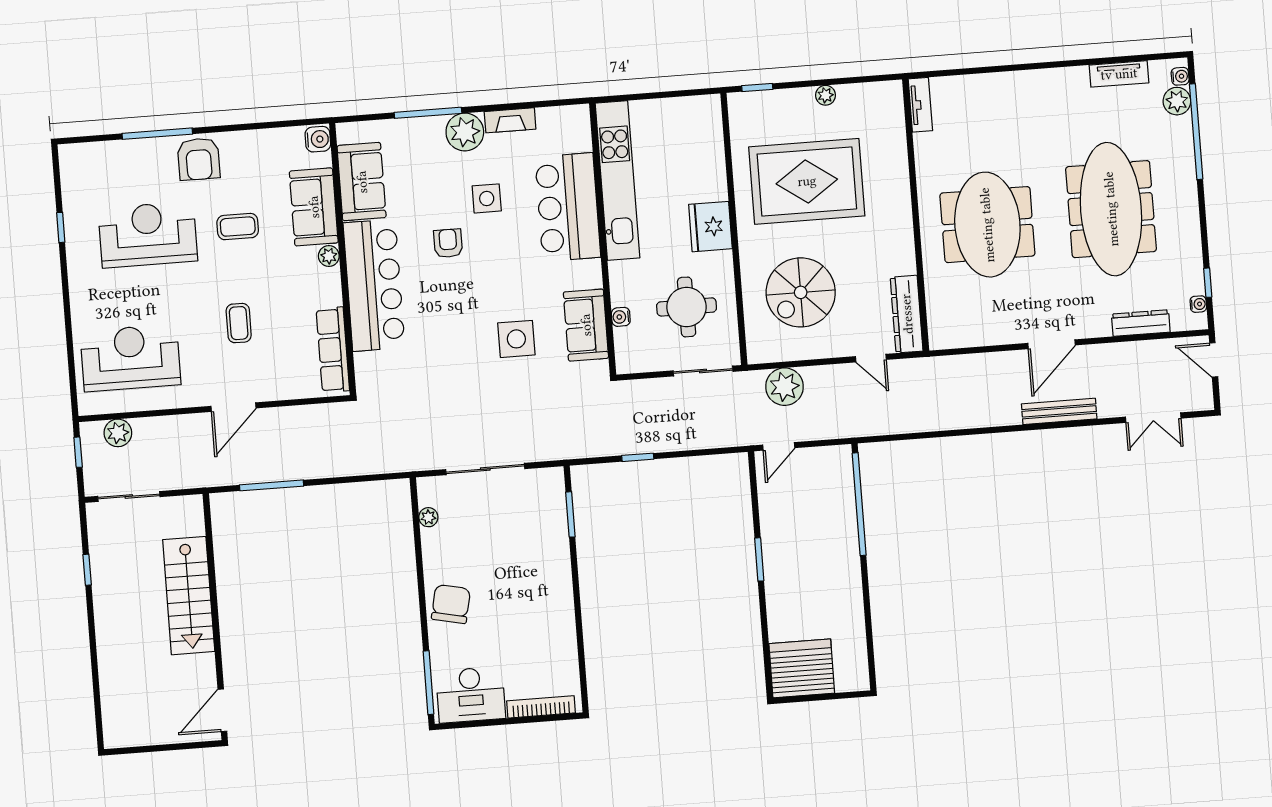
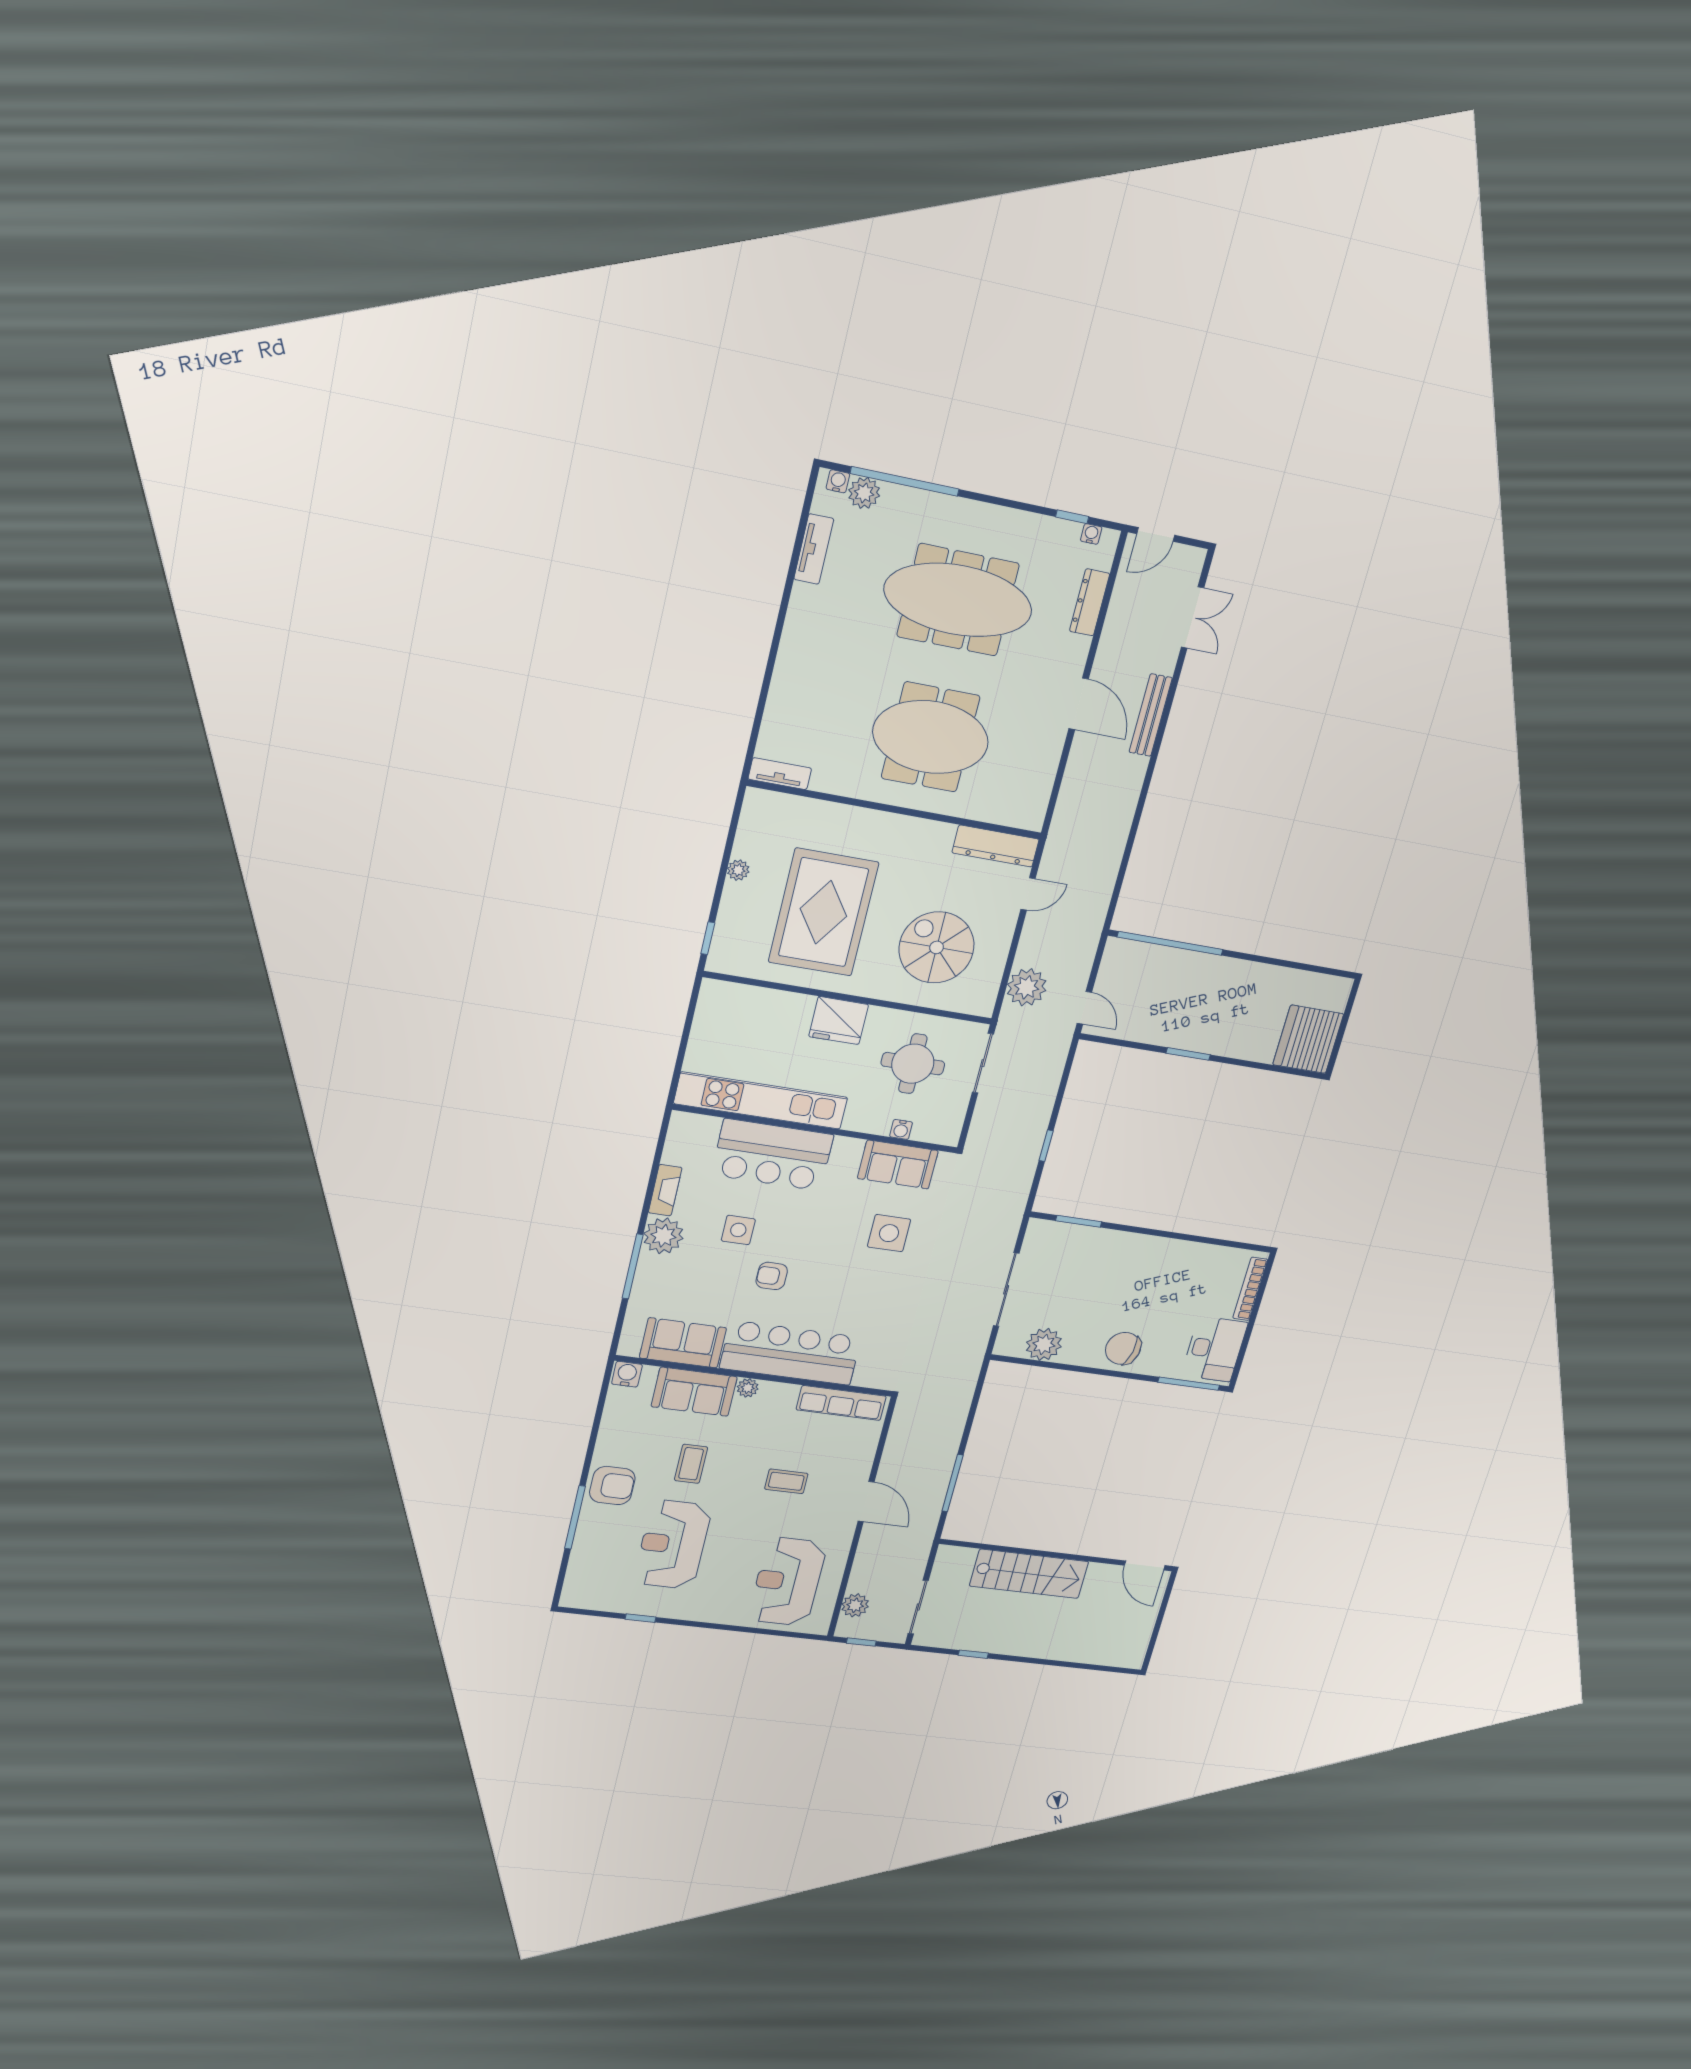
spiral stairs: (801, 292) -> (937, 947), turned 180
plant: (428, 517) -> (1044, 1344), width x1.87, depth x1.87

